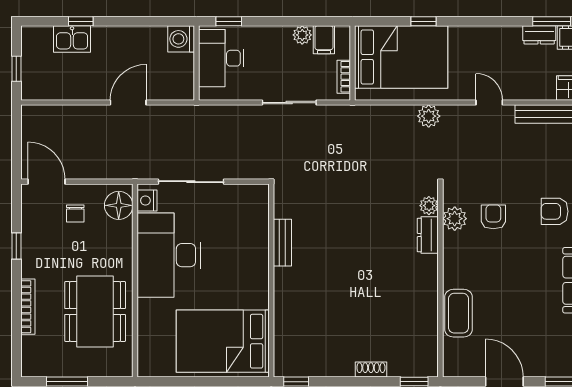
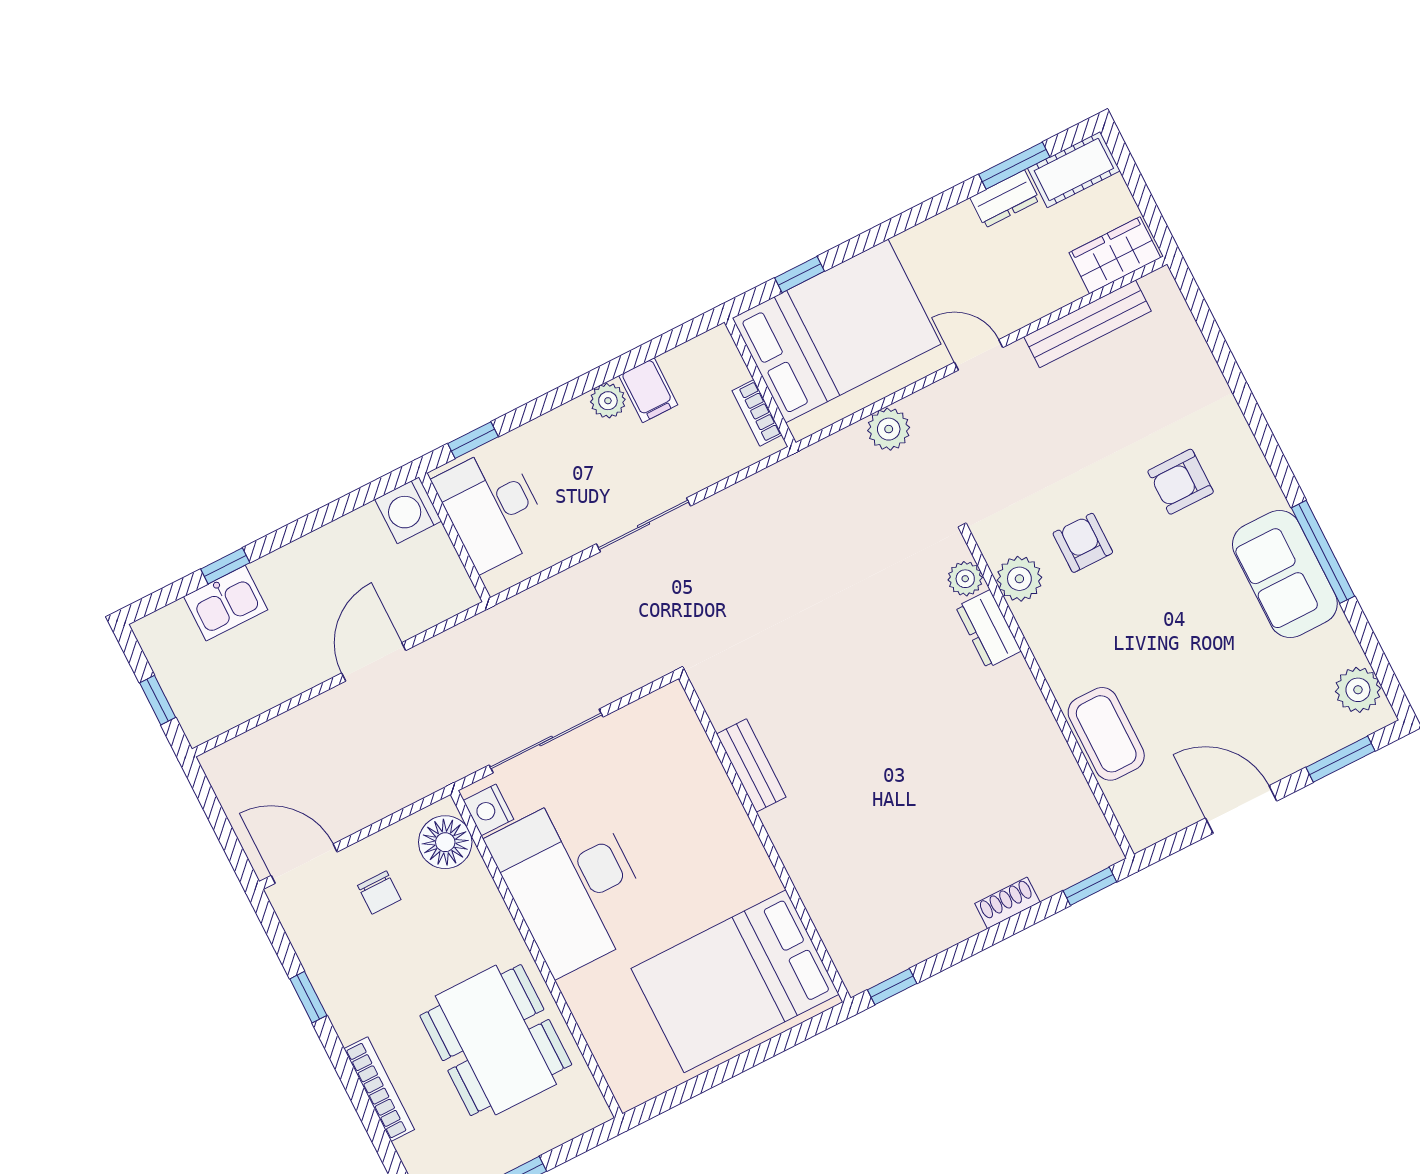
bed: (401, 57) -> (837, 331), moved
wall: (353, 63) -> (760, 382), moved
bookcase: (344, 77) -> (757, 413), moved

